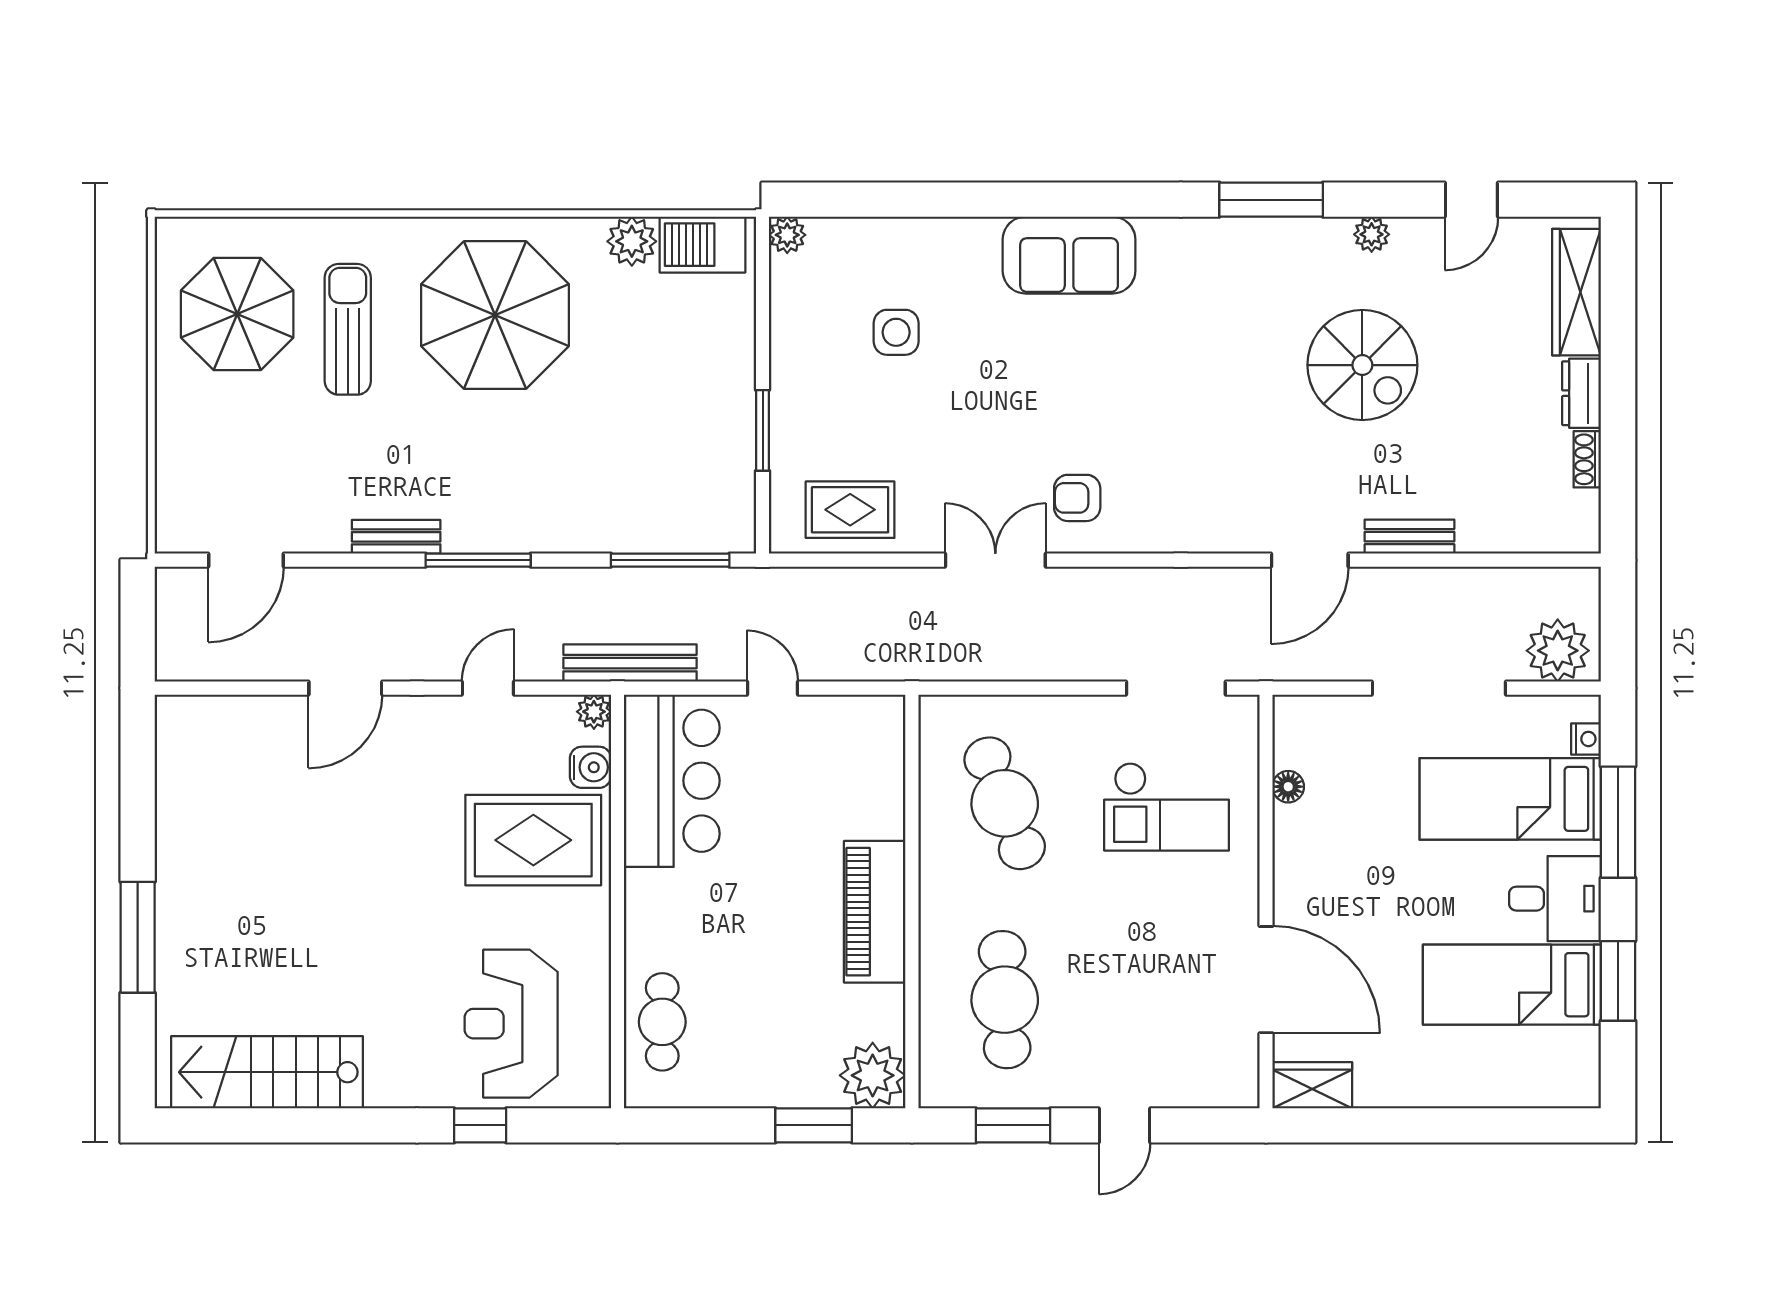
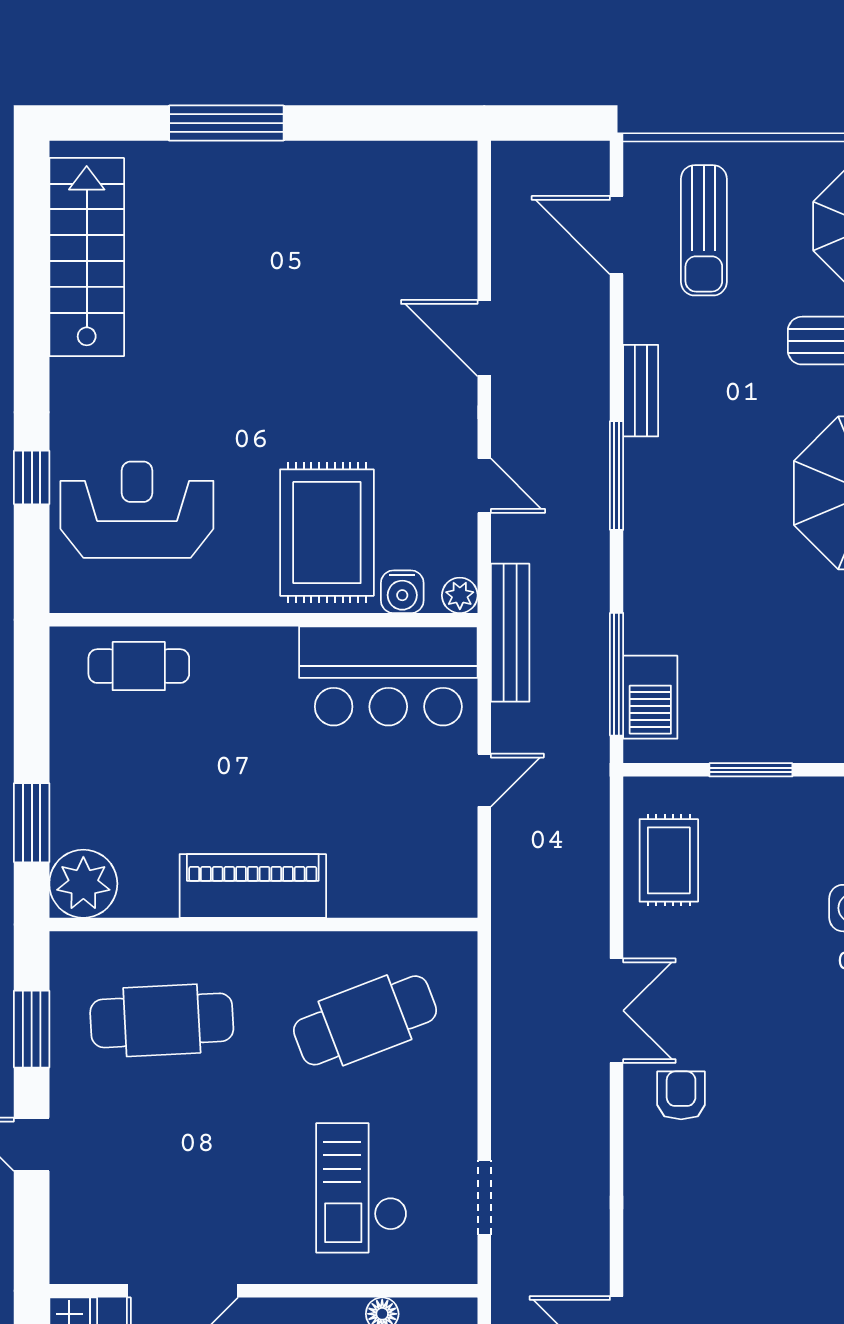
sun lounger: (241, 476) -> (704, 230), added
barbecue: (692, 528) -> (650, 697), added
doorway: (1176, 688) -> (484, 1198), width x0.73

